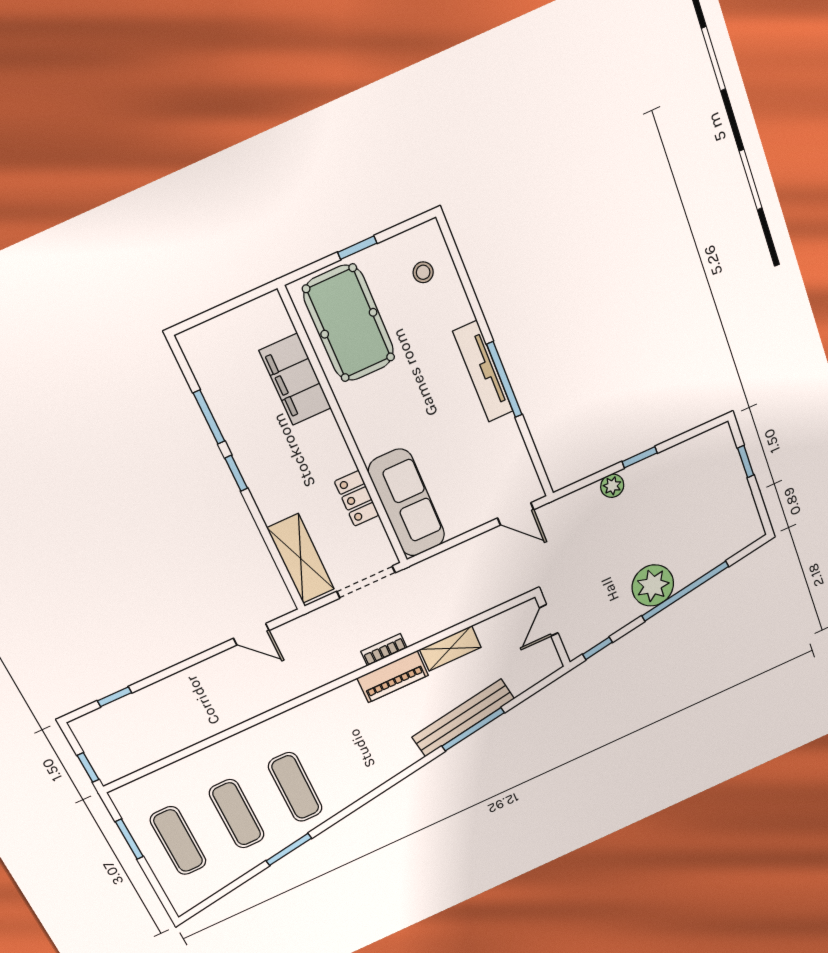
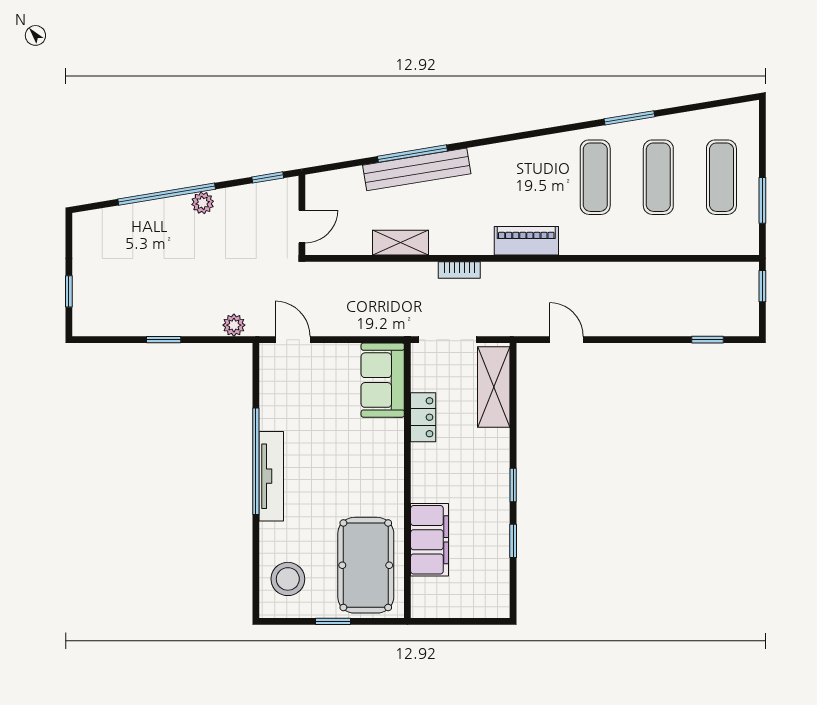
stool: (423, 272) -> (288, 579), width x1.89, depth x1.89
window: (504, 380) -> (256, 461), width x1.46
window: (209, 417) -> (513, 541), width x0.67
plant: (612, 486) -> (234, 325), moved
sofa: (407, 503) -> (383, 380), width x0.73
plant: (653, 585) -> (203, 203), width x0.53, depth x0.53
piano: (393, 677) -> (526, 241), moved

